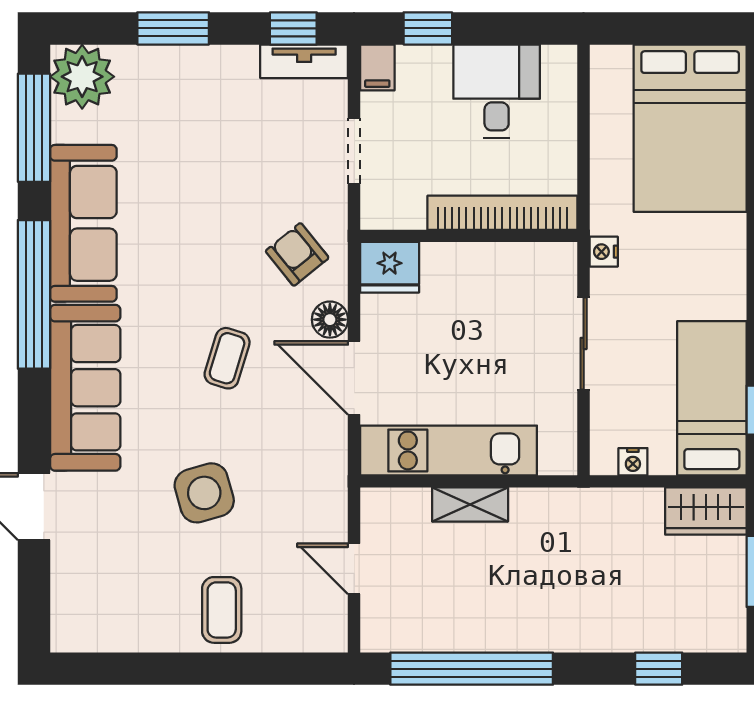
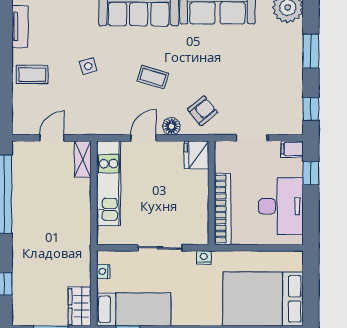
tv unit: (304, 61) -> (20, 26), moved, turned 180
desk: (497, 91) -> (281, 206), width x1.37
door: (354, 378) -> (143, 138), width x0.73
side table: (204, 493) -> (88, 66), width x0.54, depth x0.54
shelving: (470, 505) -> (83, 159), moved

